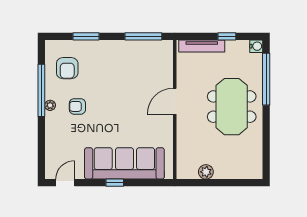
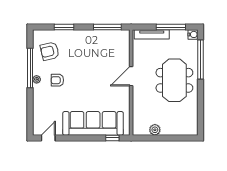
window: (227, 36) -> (171, 27), width x2.17
armchair: (67, 68) -> (50, 51), turned 77
window: (115, 183) -> (112, 138), moved

